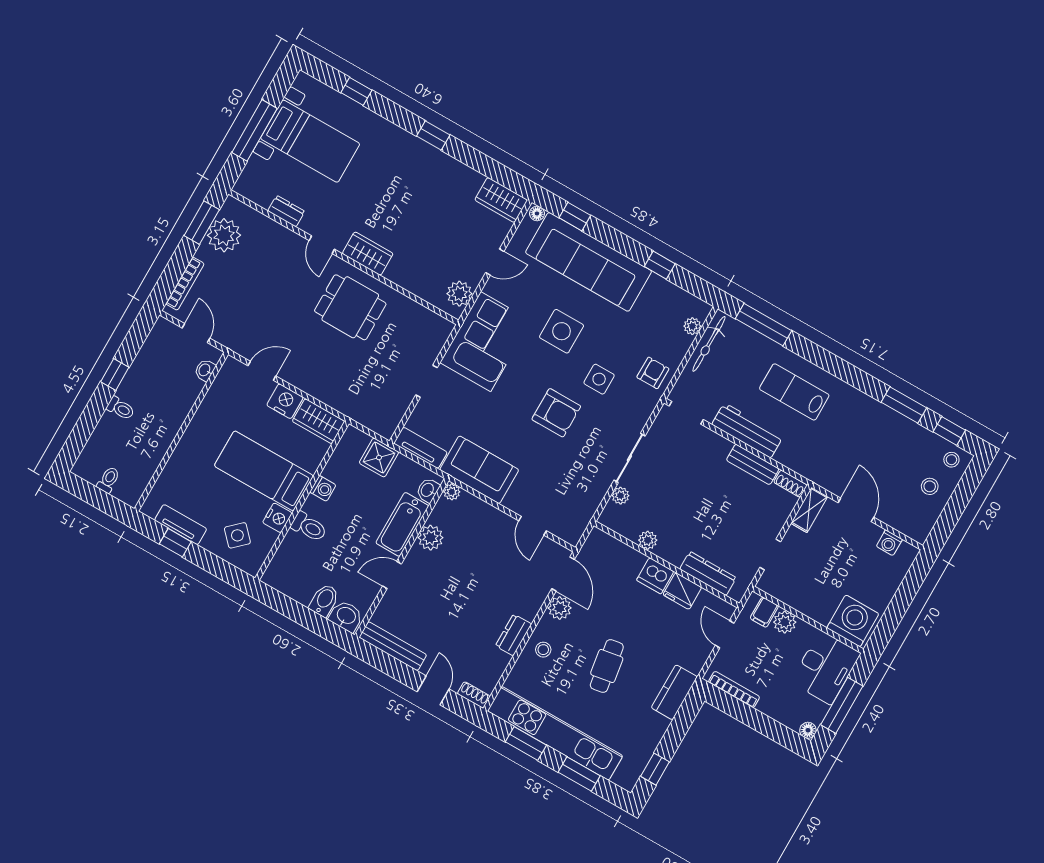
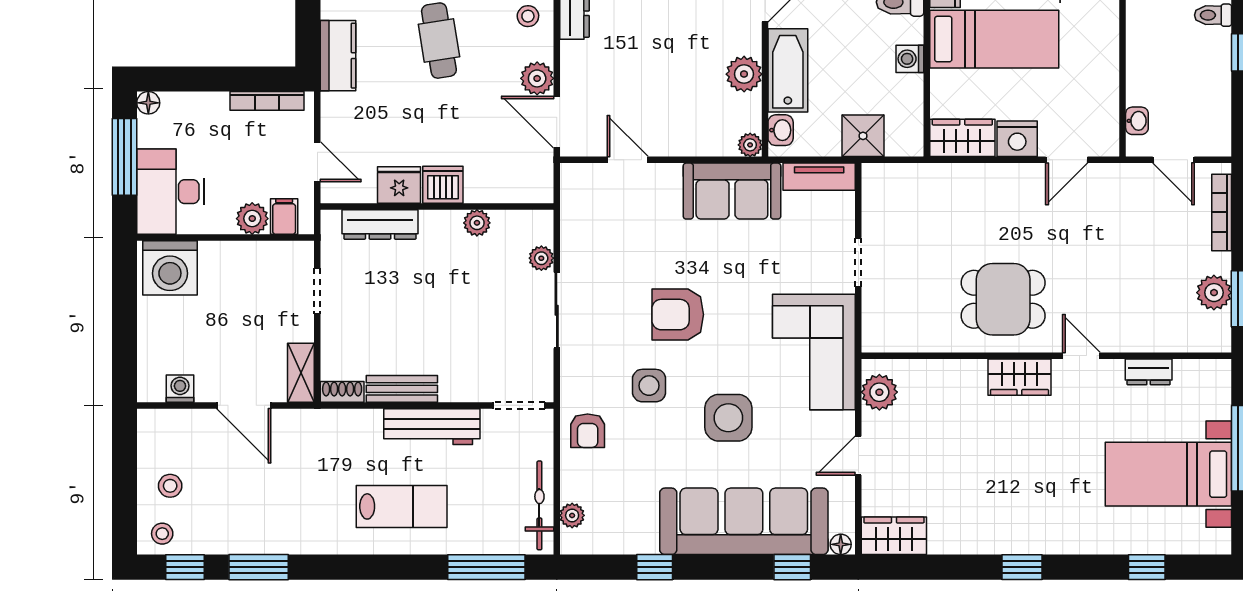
plant: (224, 235) -> (1214, 293), width x0.73, depth x0.73

